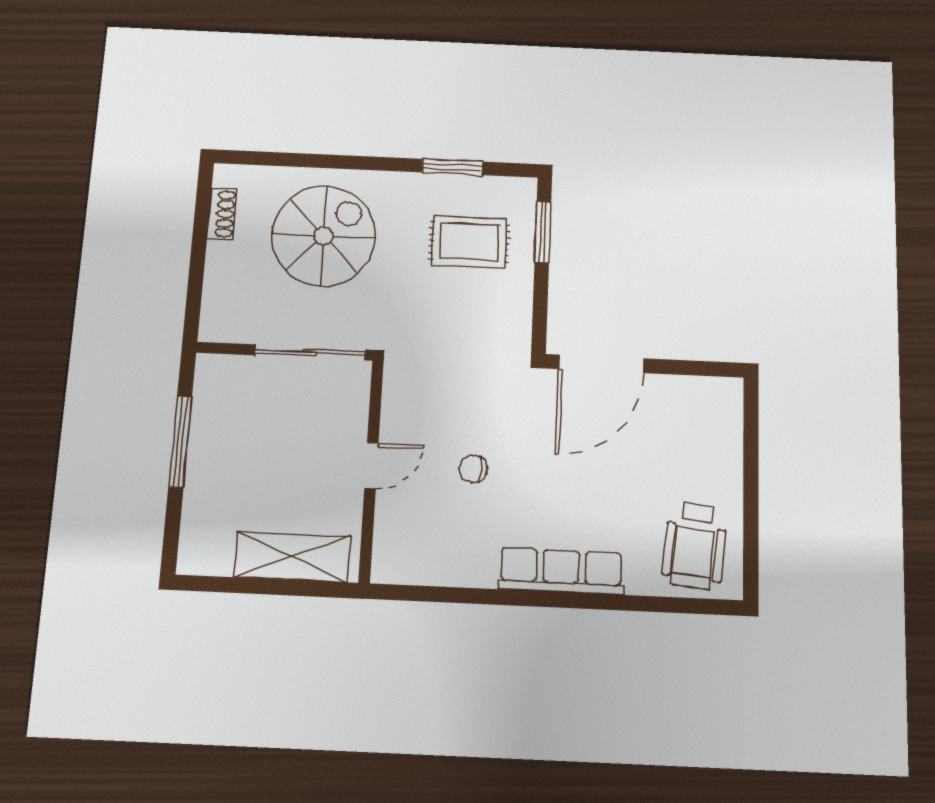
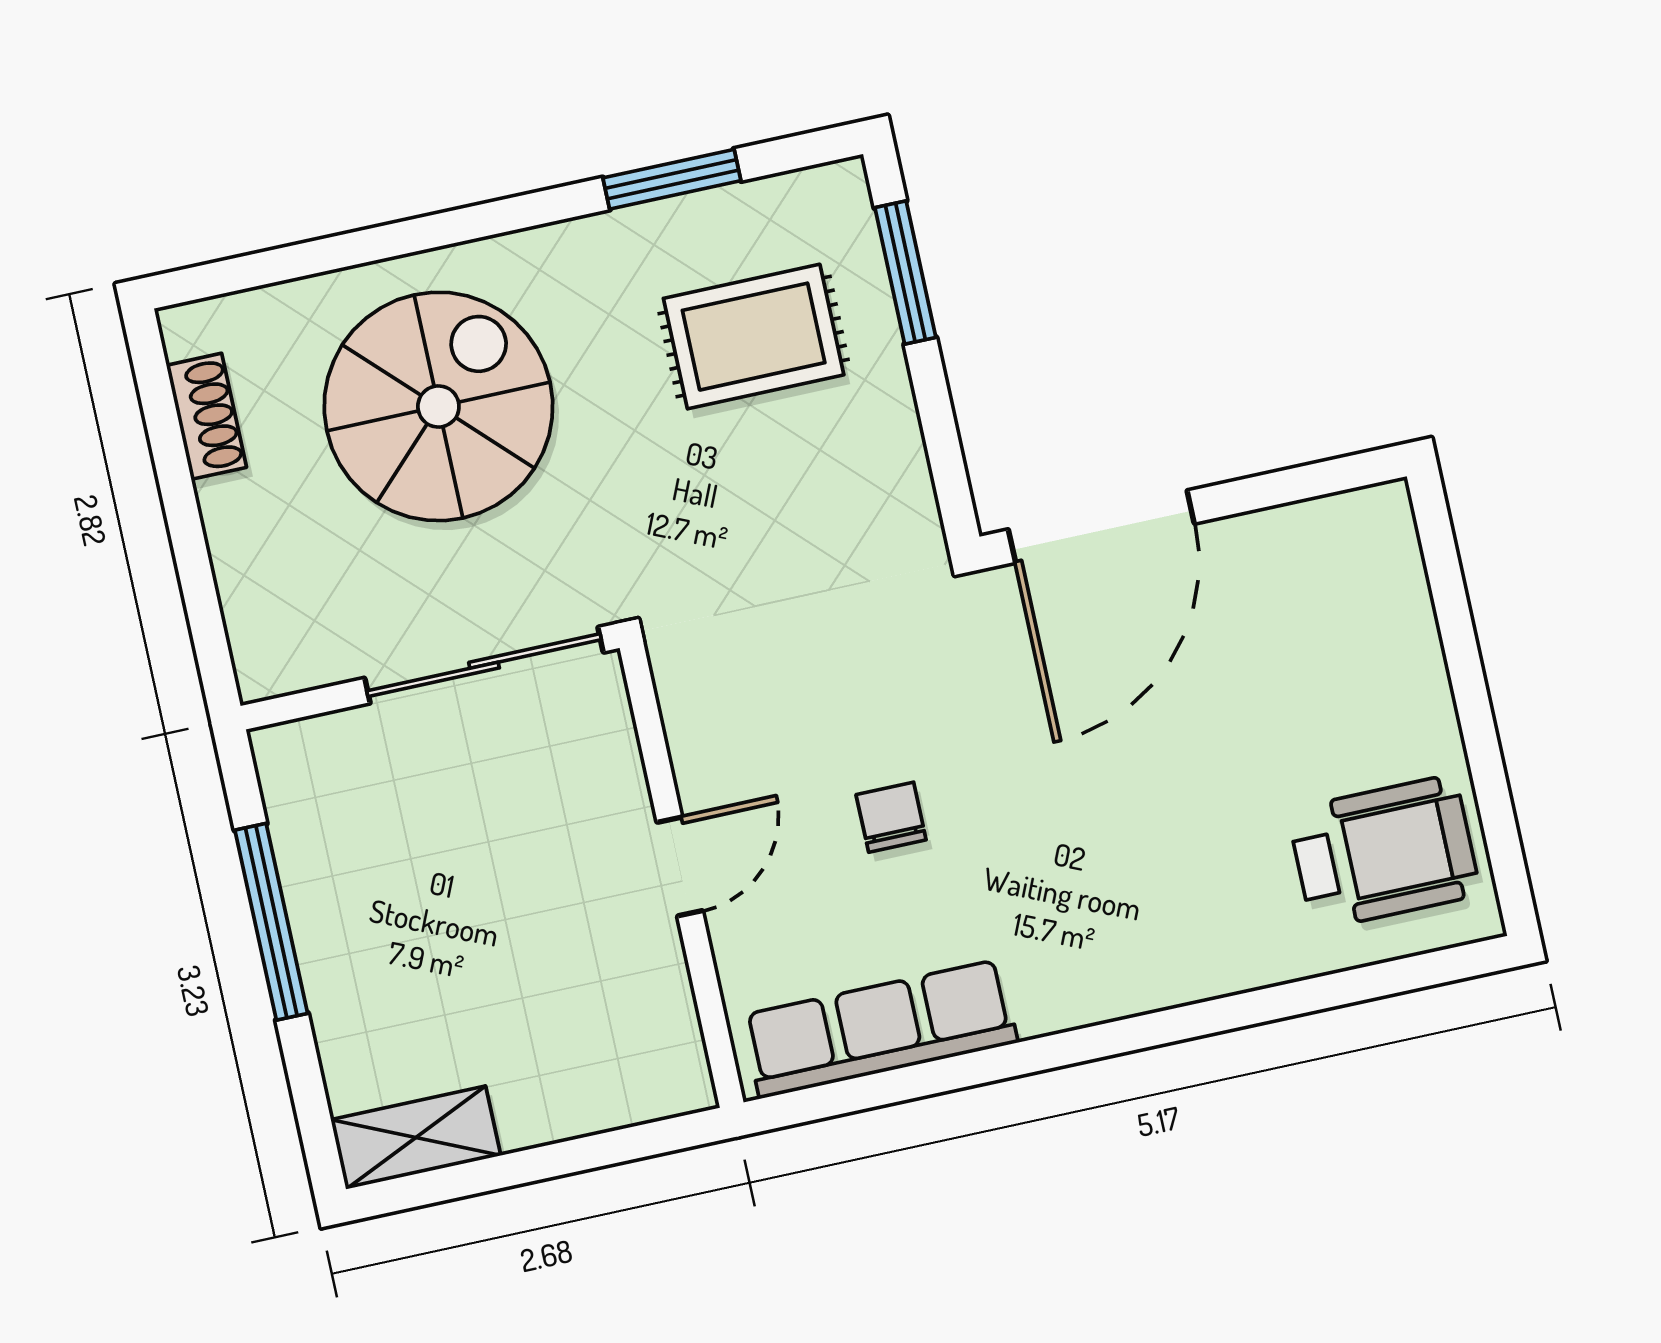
chair: (473, 469) -> (891, 817), turned 90
wheelchair: (695, 546) -> (1384, 852), turned -96
shelving: (292, 557) -> (416, 1138), moved, width x0.67, depth x0.75
row of seats: (561, 571) -> (880, 1029), moved

